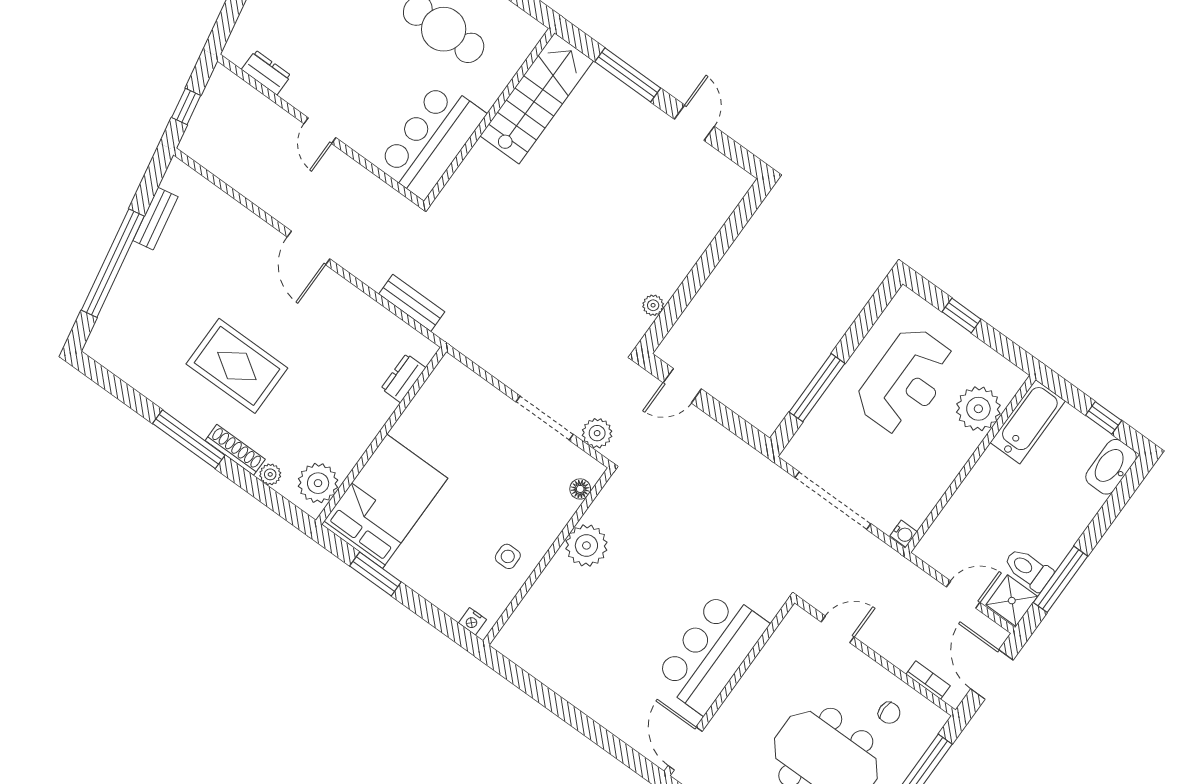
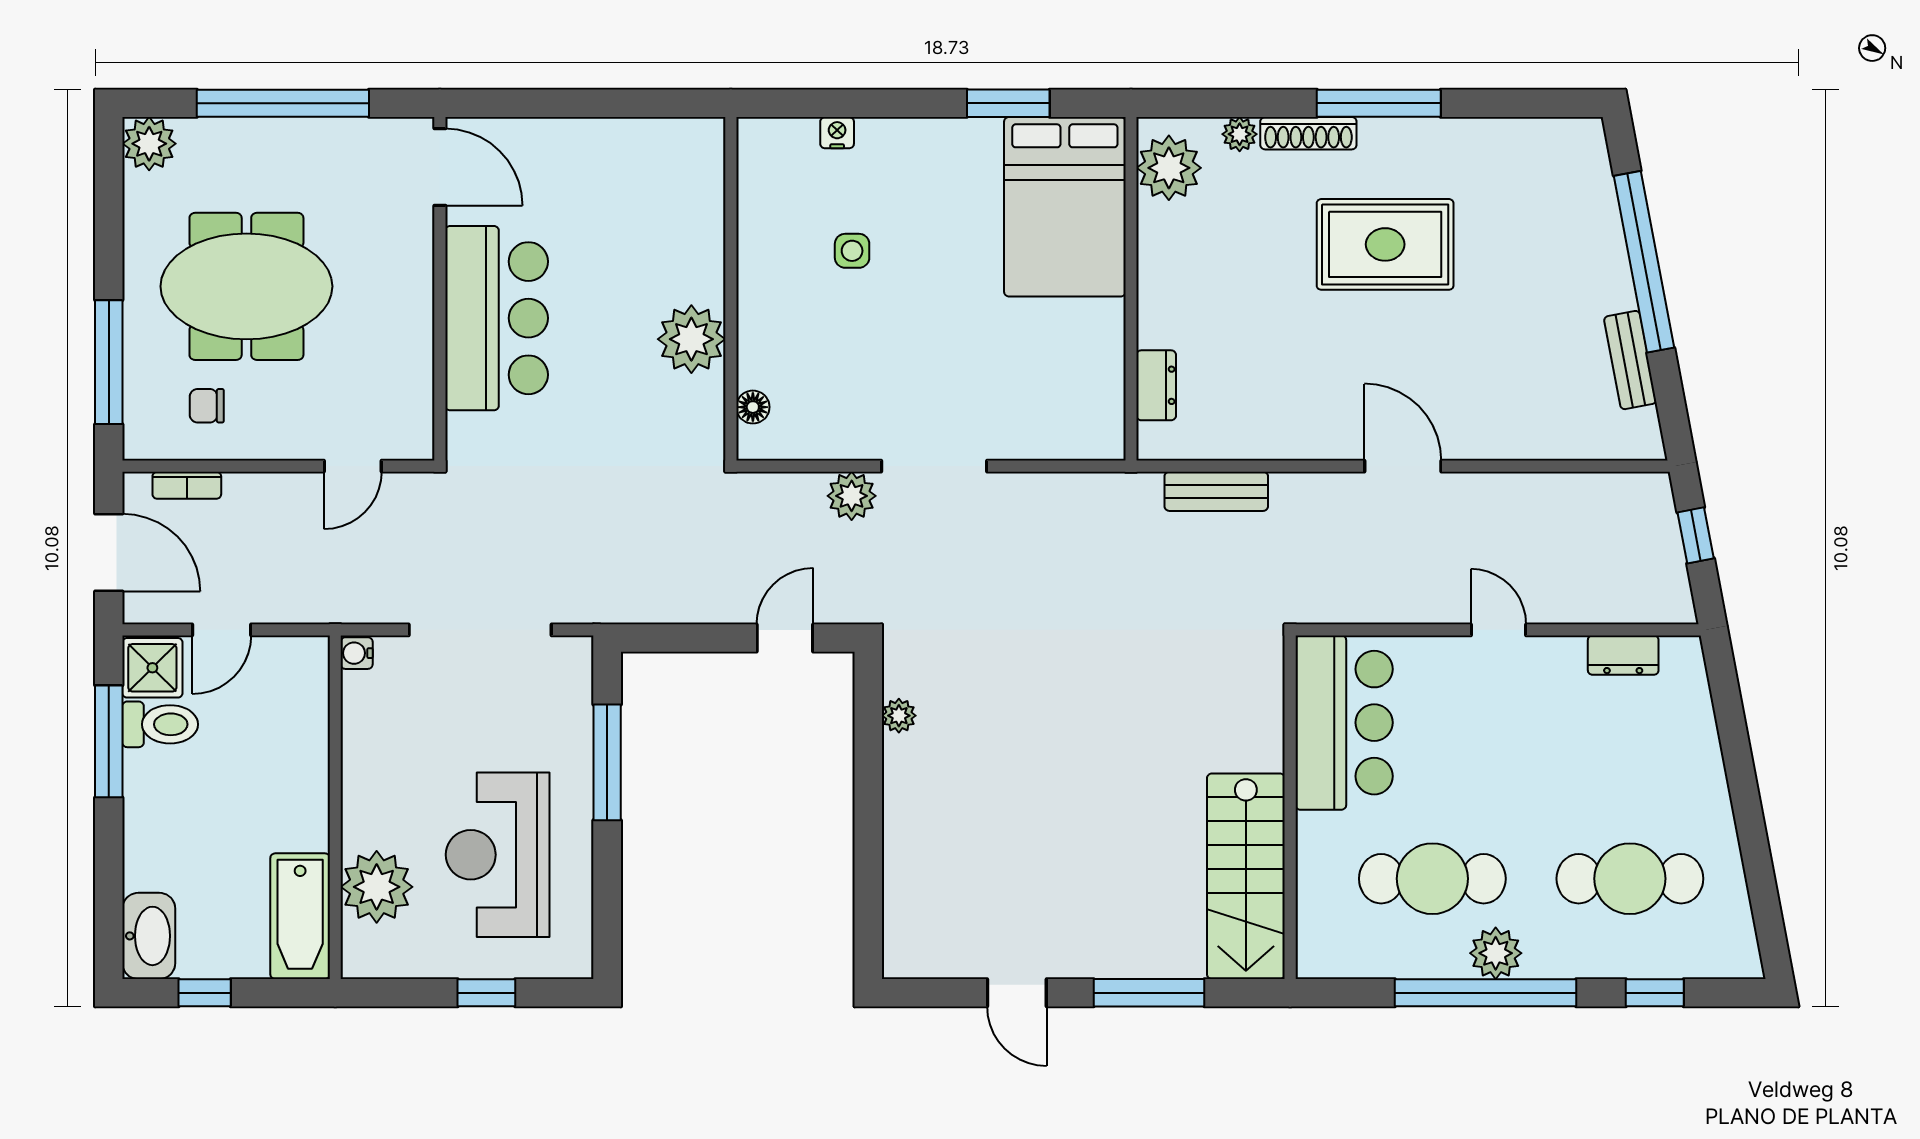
floor lamp: (580, 489) -> (753, 407), moved
plant: (586, 545) -> (691, 339), moved
wall: (548, 557) -> (731, 289), moved

